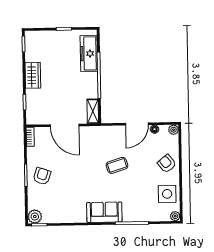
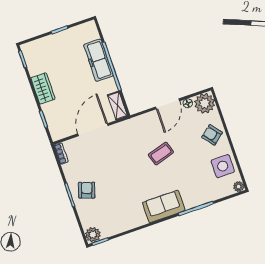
freezer: (89, 54) -> (98, 60), moved
door: (65, 125) -> (93, 130), swing flipped
plant: (174, 130) -> (205, 103), width x1.87, depth x1.87

